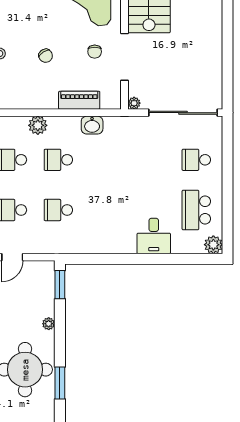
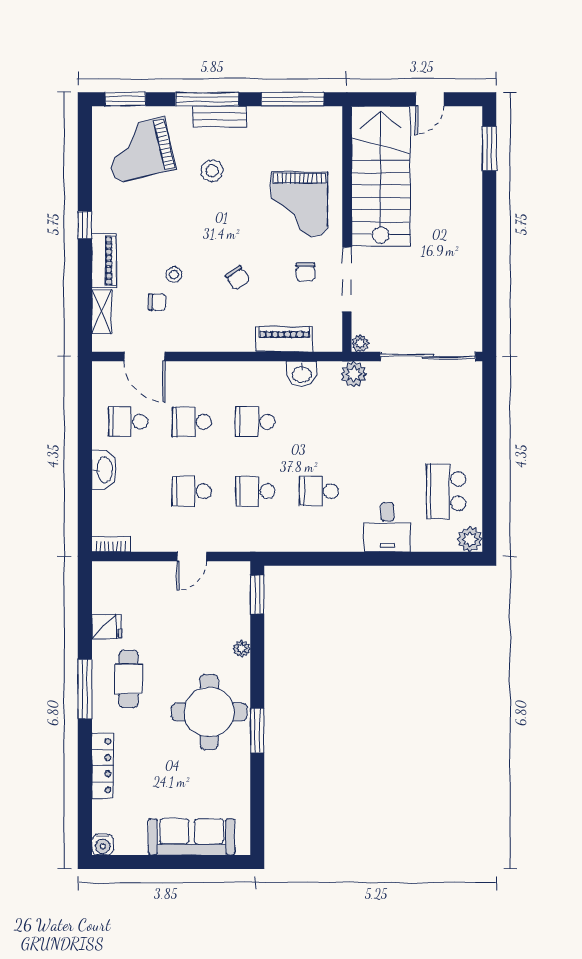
plant: (38, 125) -> (354, 374), moved
school desk: (196, 160) -> (319, 491), moved

